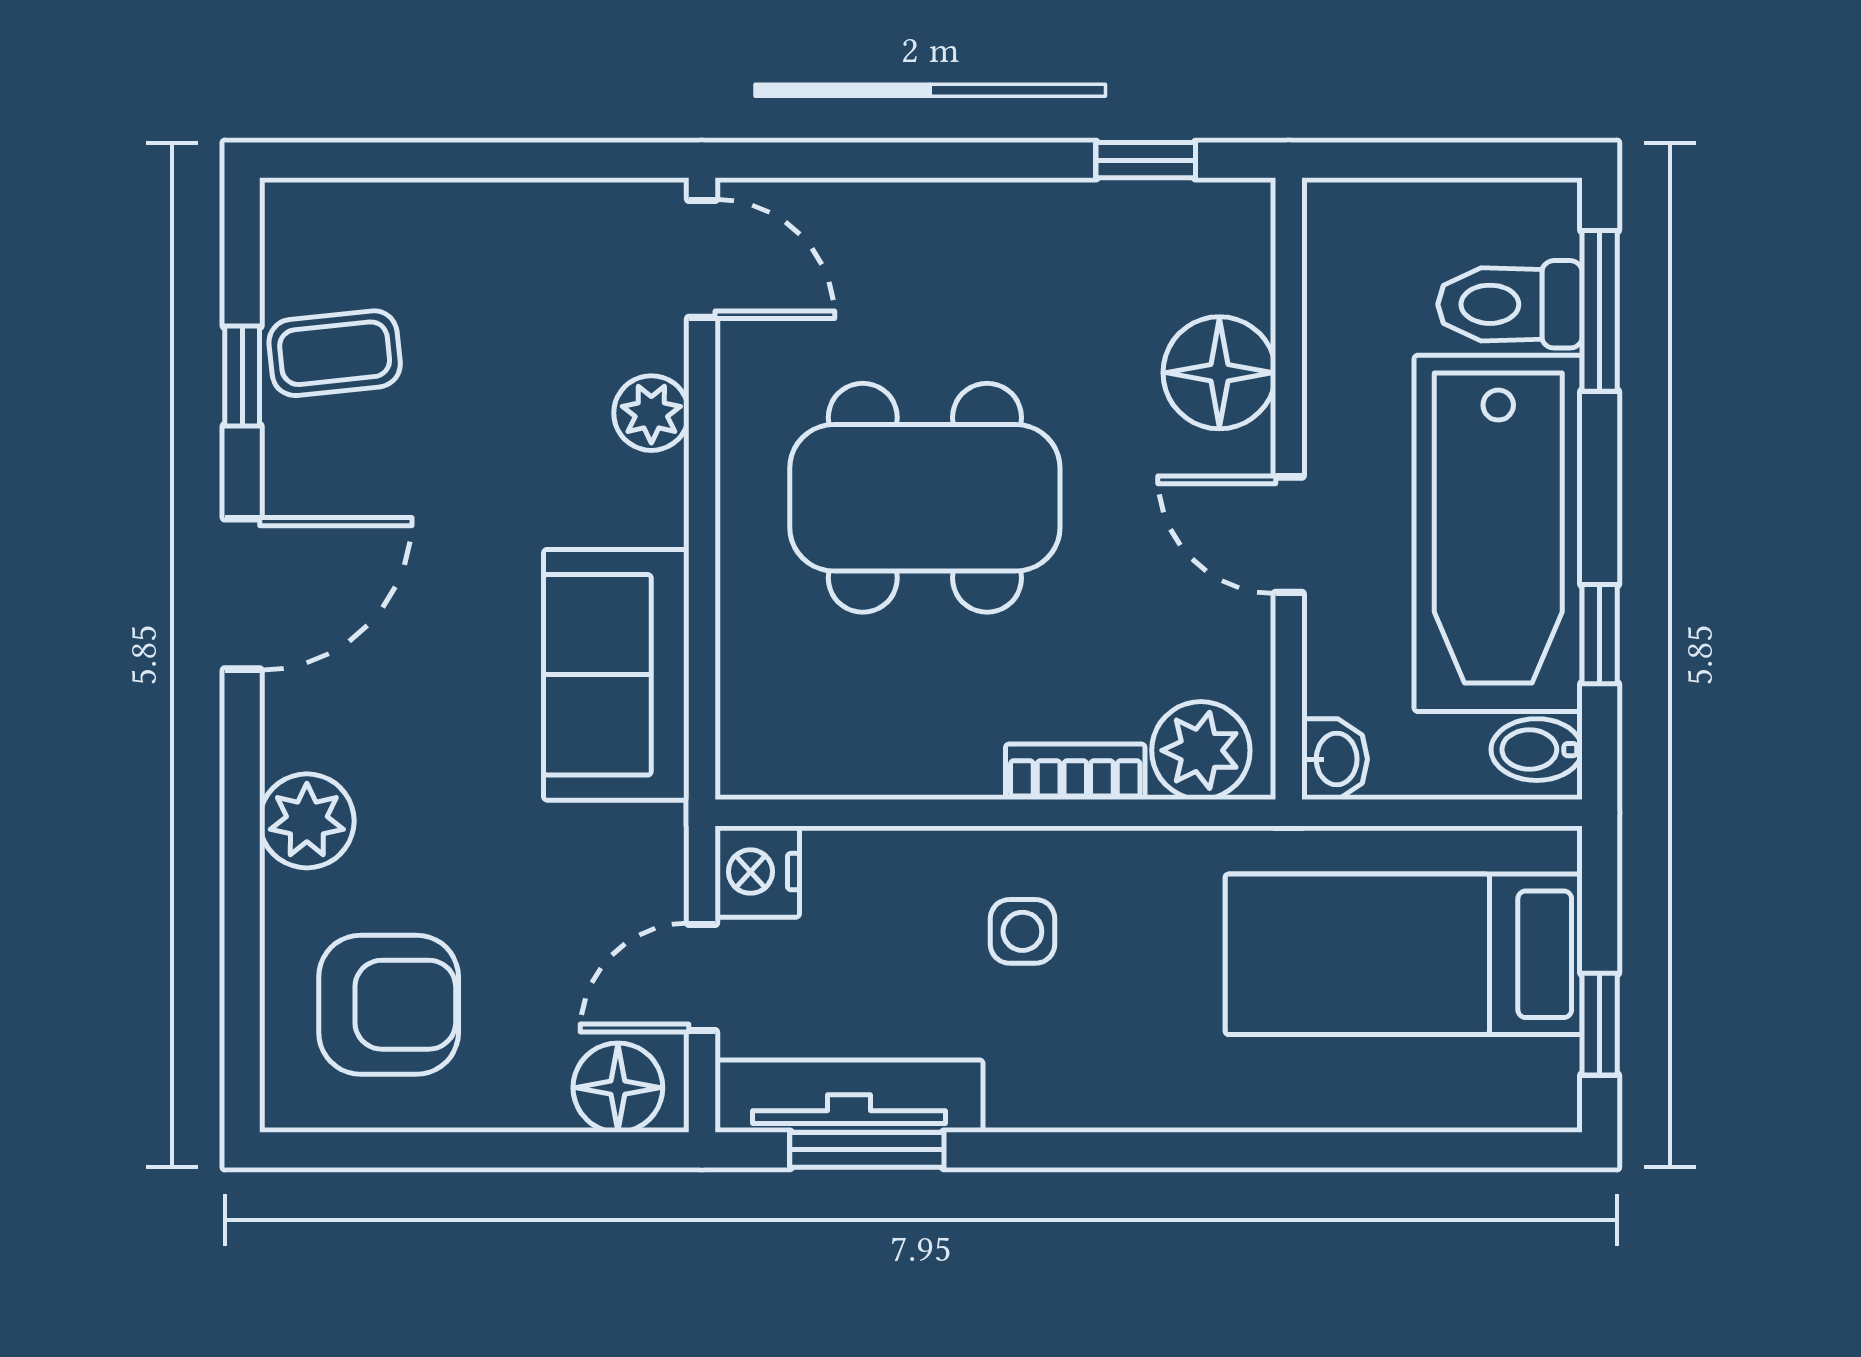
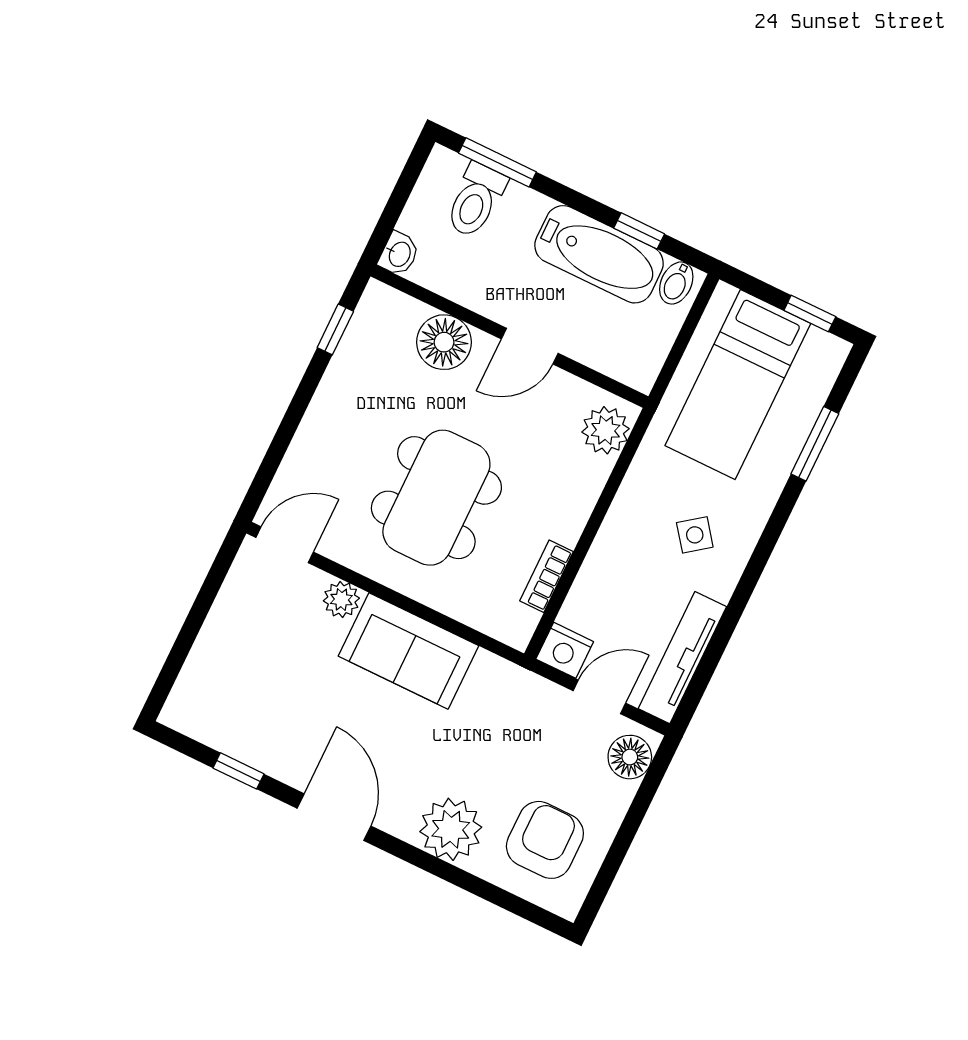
coffee table: (335, 353) -> (248, 726), removed
bathtub: (1498, 533) -> (599, 254), width x0.73, depth x0.73
sofa: (616, 675) -> (408, 651), moved
washbasin: (1335, 759) -> (399, 254), moved, turned 90
bookcase: (1075, 772) -> (546, 576), moved
plant: (307, 821) -> (451, 829), width x1.36, depth x1.36
side table: (1022, 931) -> (695, 535), moved, turned -37
door: (702, 978) -> (599, 697), swing flipped
window: (867, 1150) -> (815, 444), moved

